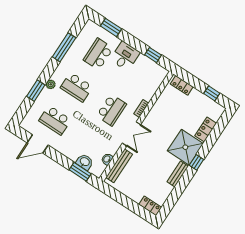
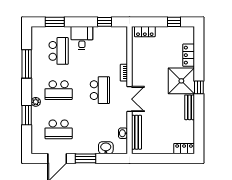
school desk: (98, 54) -> (59, 51), turned 180
window: (80, 172) -> (86, 158), moved

